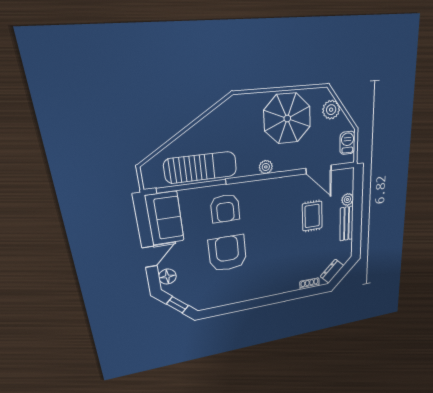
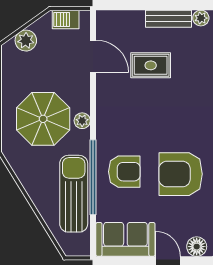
parasol: (287, 118) -> (43, 119), moved
door: (319, 169) -> (93, 56), hinge flipped
window: (192, 186) -> (93, 177), moved
plant: (347, 199) -> (201, 18), moved

